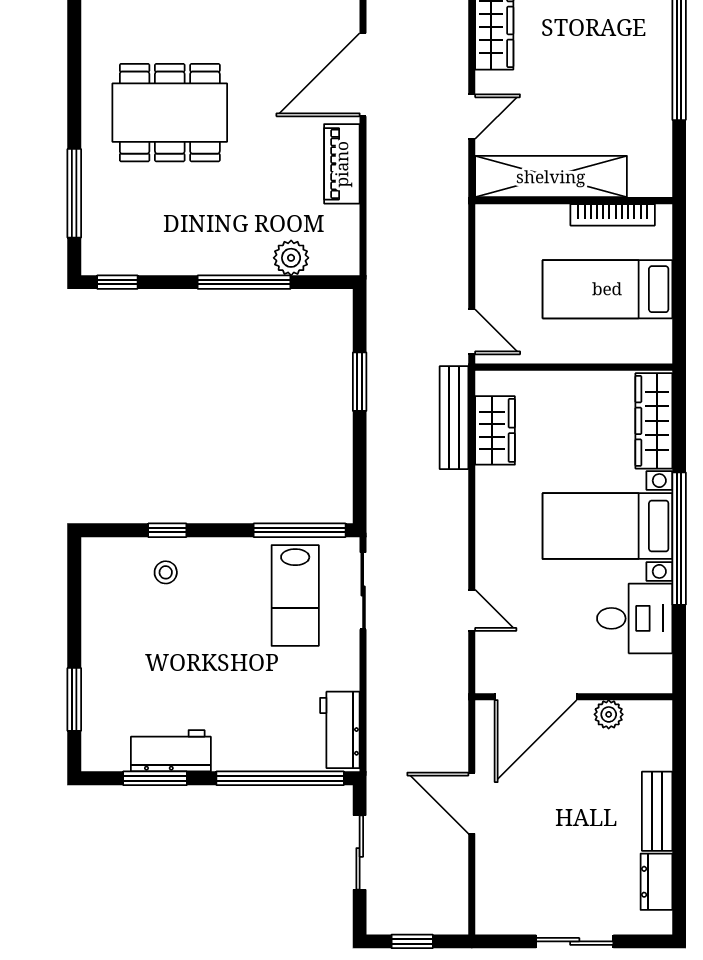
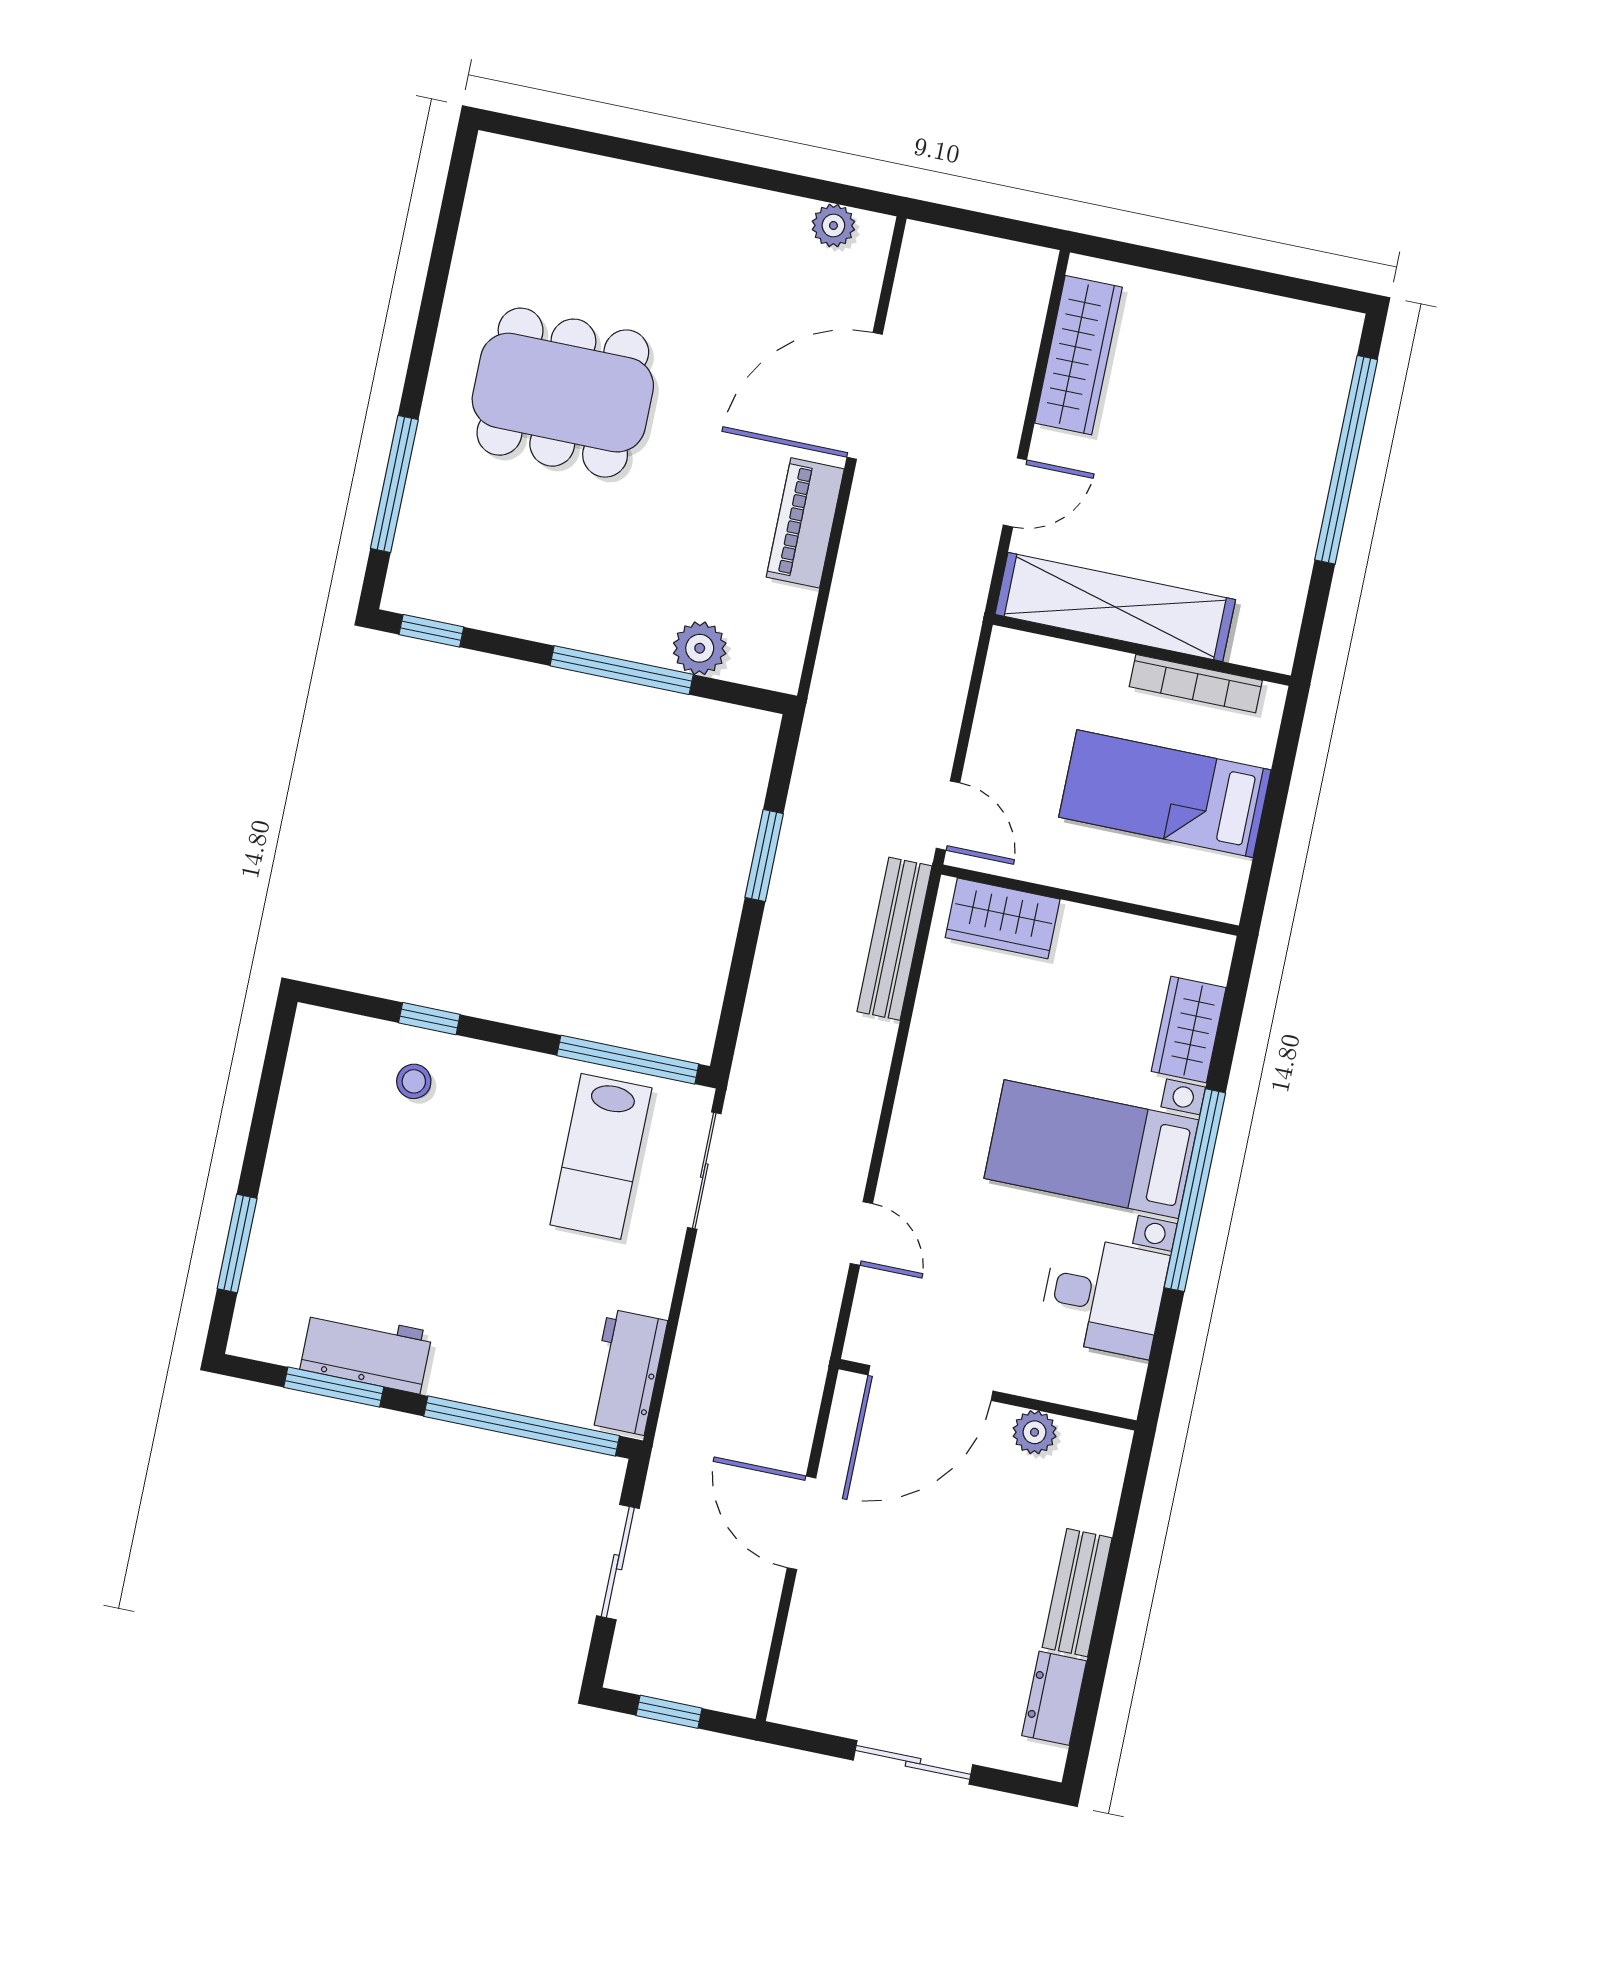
wardrobe: (654, 421) -> (1189, 1030), width x0.67
wardrobe: (495, 430) -> (1003, 918), moved, turned 90

